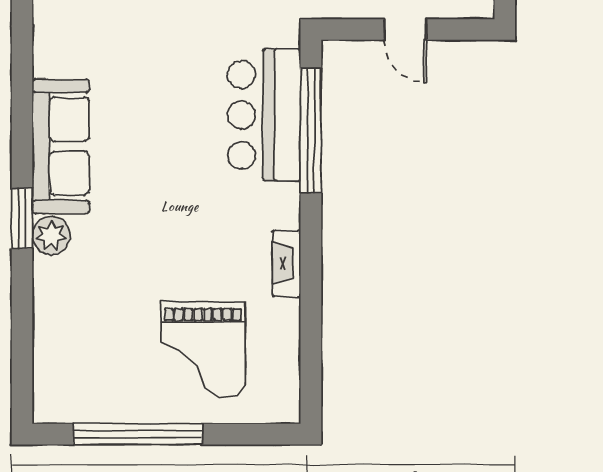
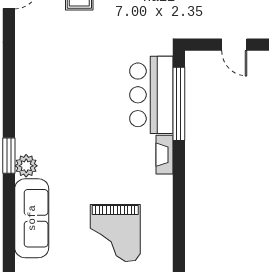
sofa: (61, 146) -> (32, 218), moved
fireplace: (287, 263) -> (164, 155), moved

